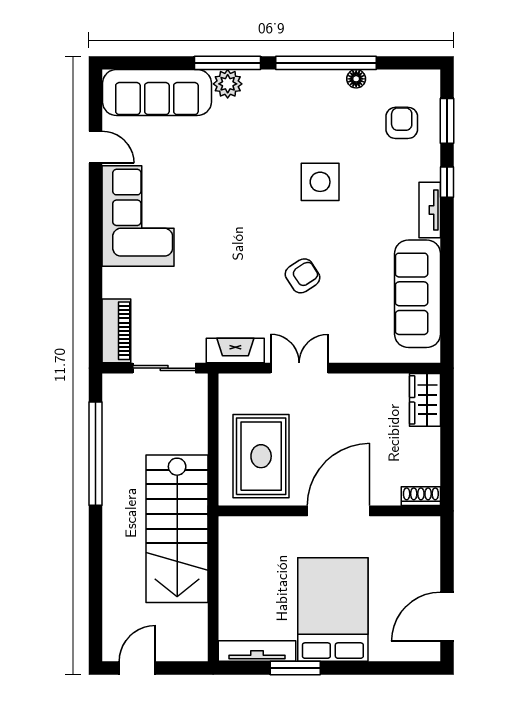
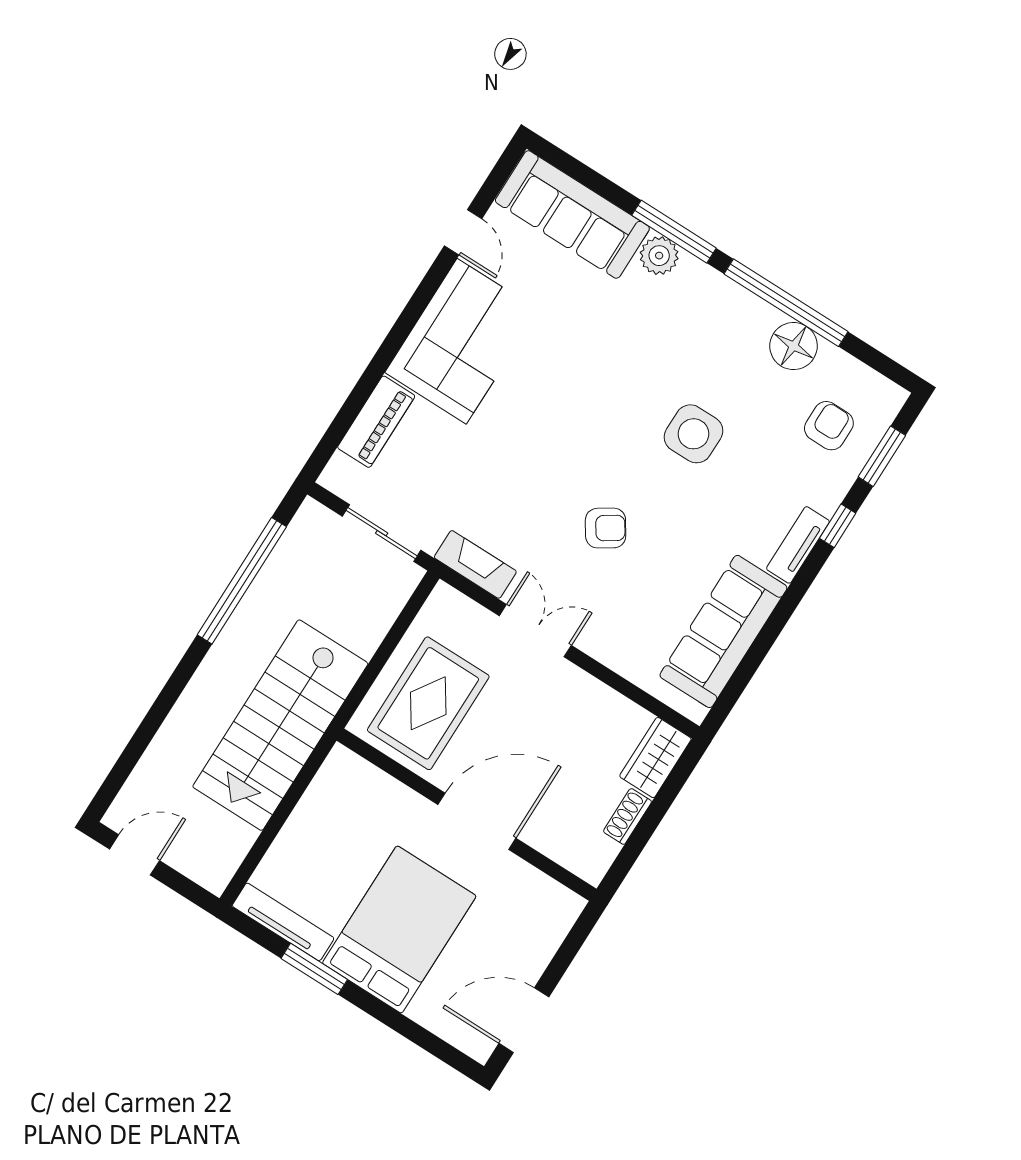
floor lamp: (356, 79) -> (794, 346), width x1.89, depth x1.89
piano: (116, 331) -> (376, 422), moved
shoe rack: (421, 496) -> (627, 816), moved, turned -90

